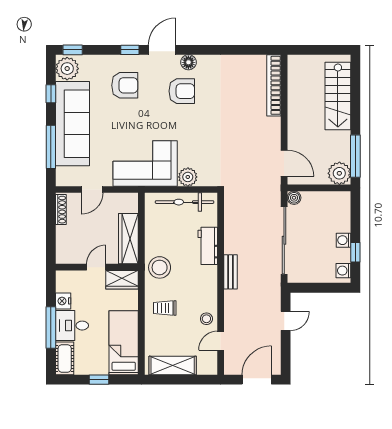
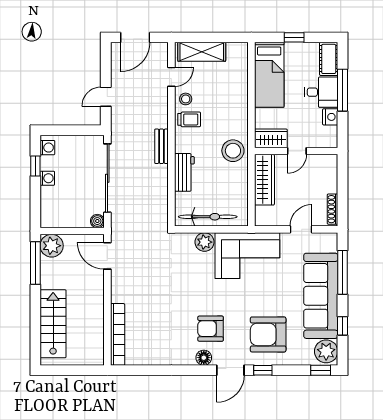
armchair: (125, 85) -> (268, 334), width x1.36, depth x1.36
trolley: (165, 308) -> (189, 119), moved
shelving: (173, 366) -> (202, 52), moved

